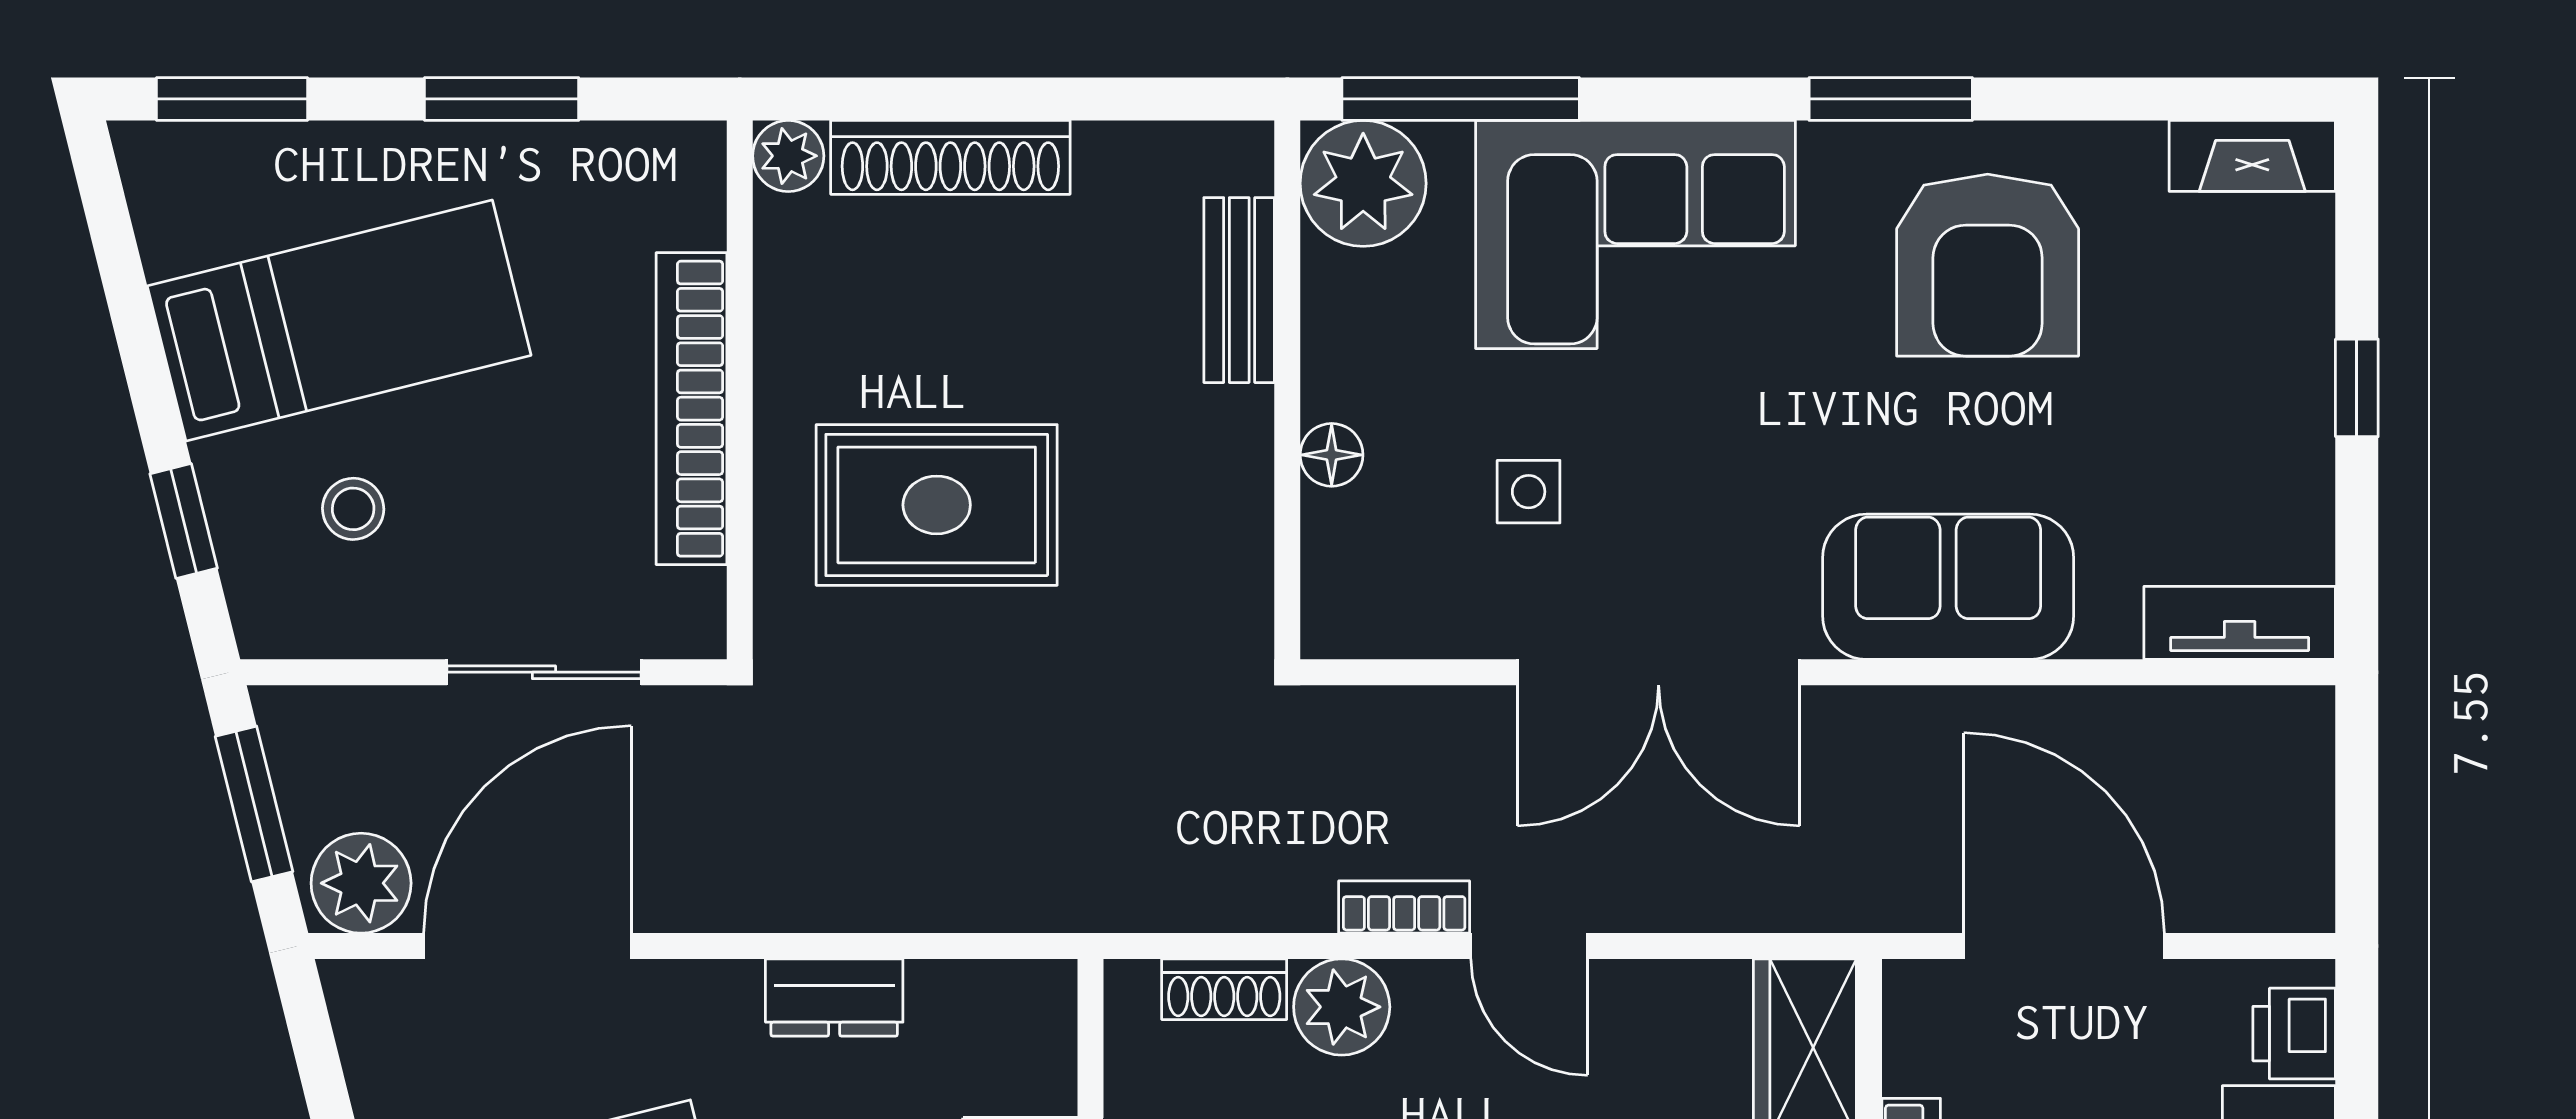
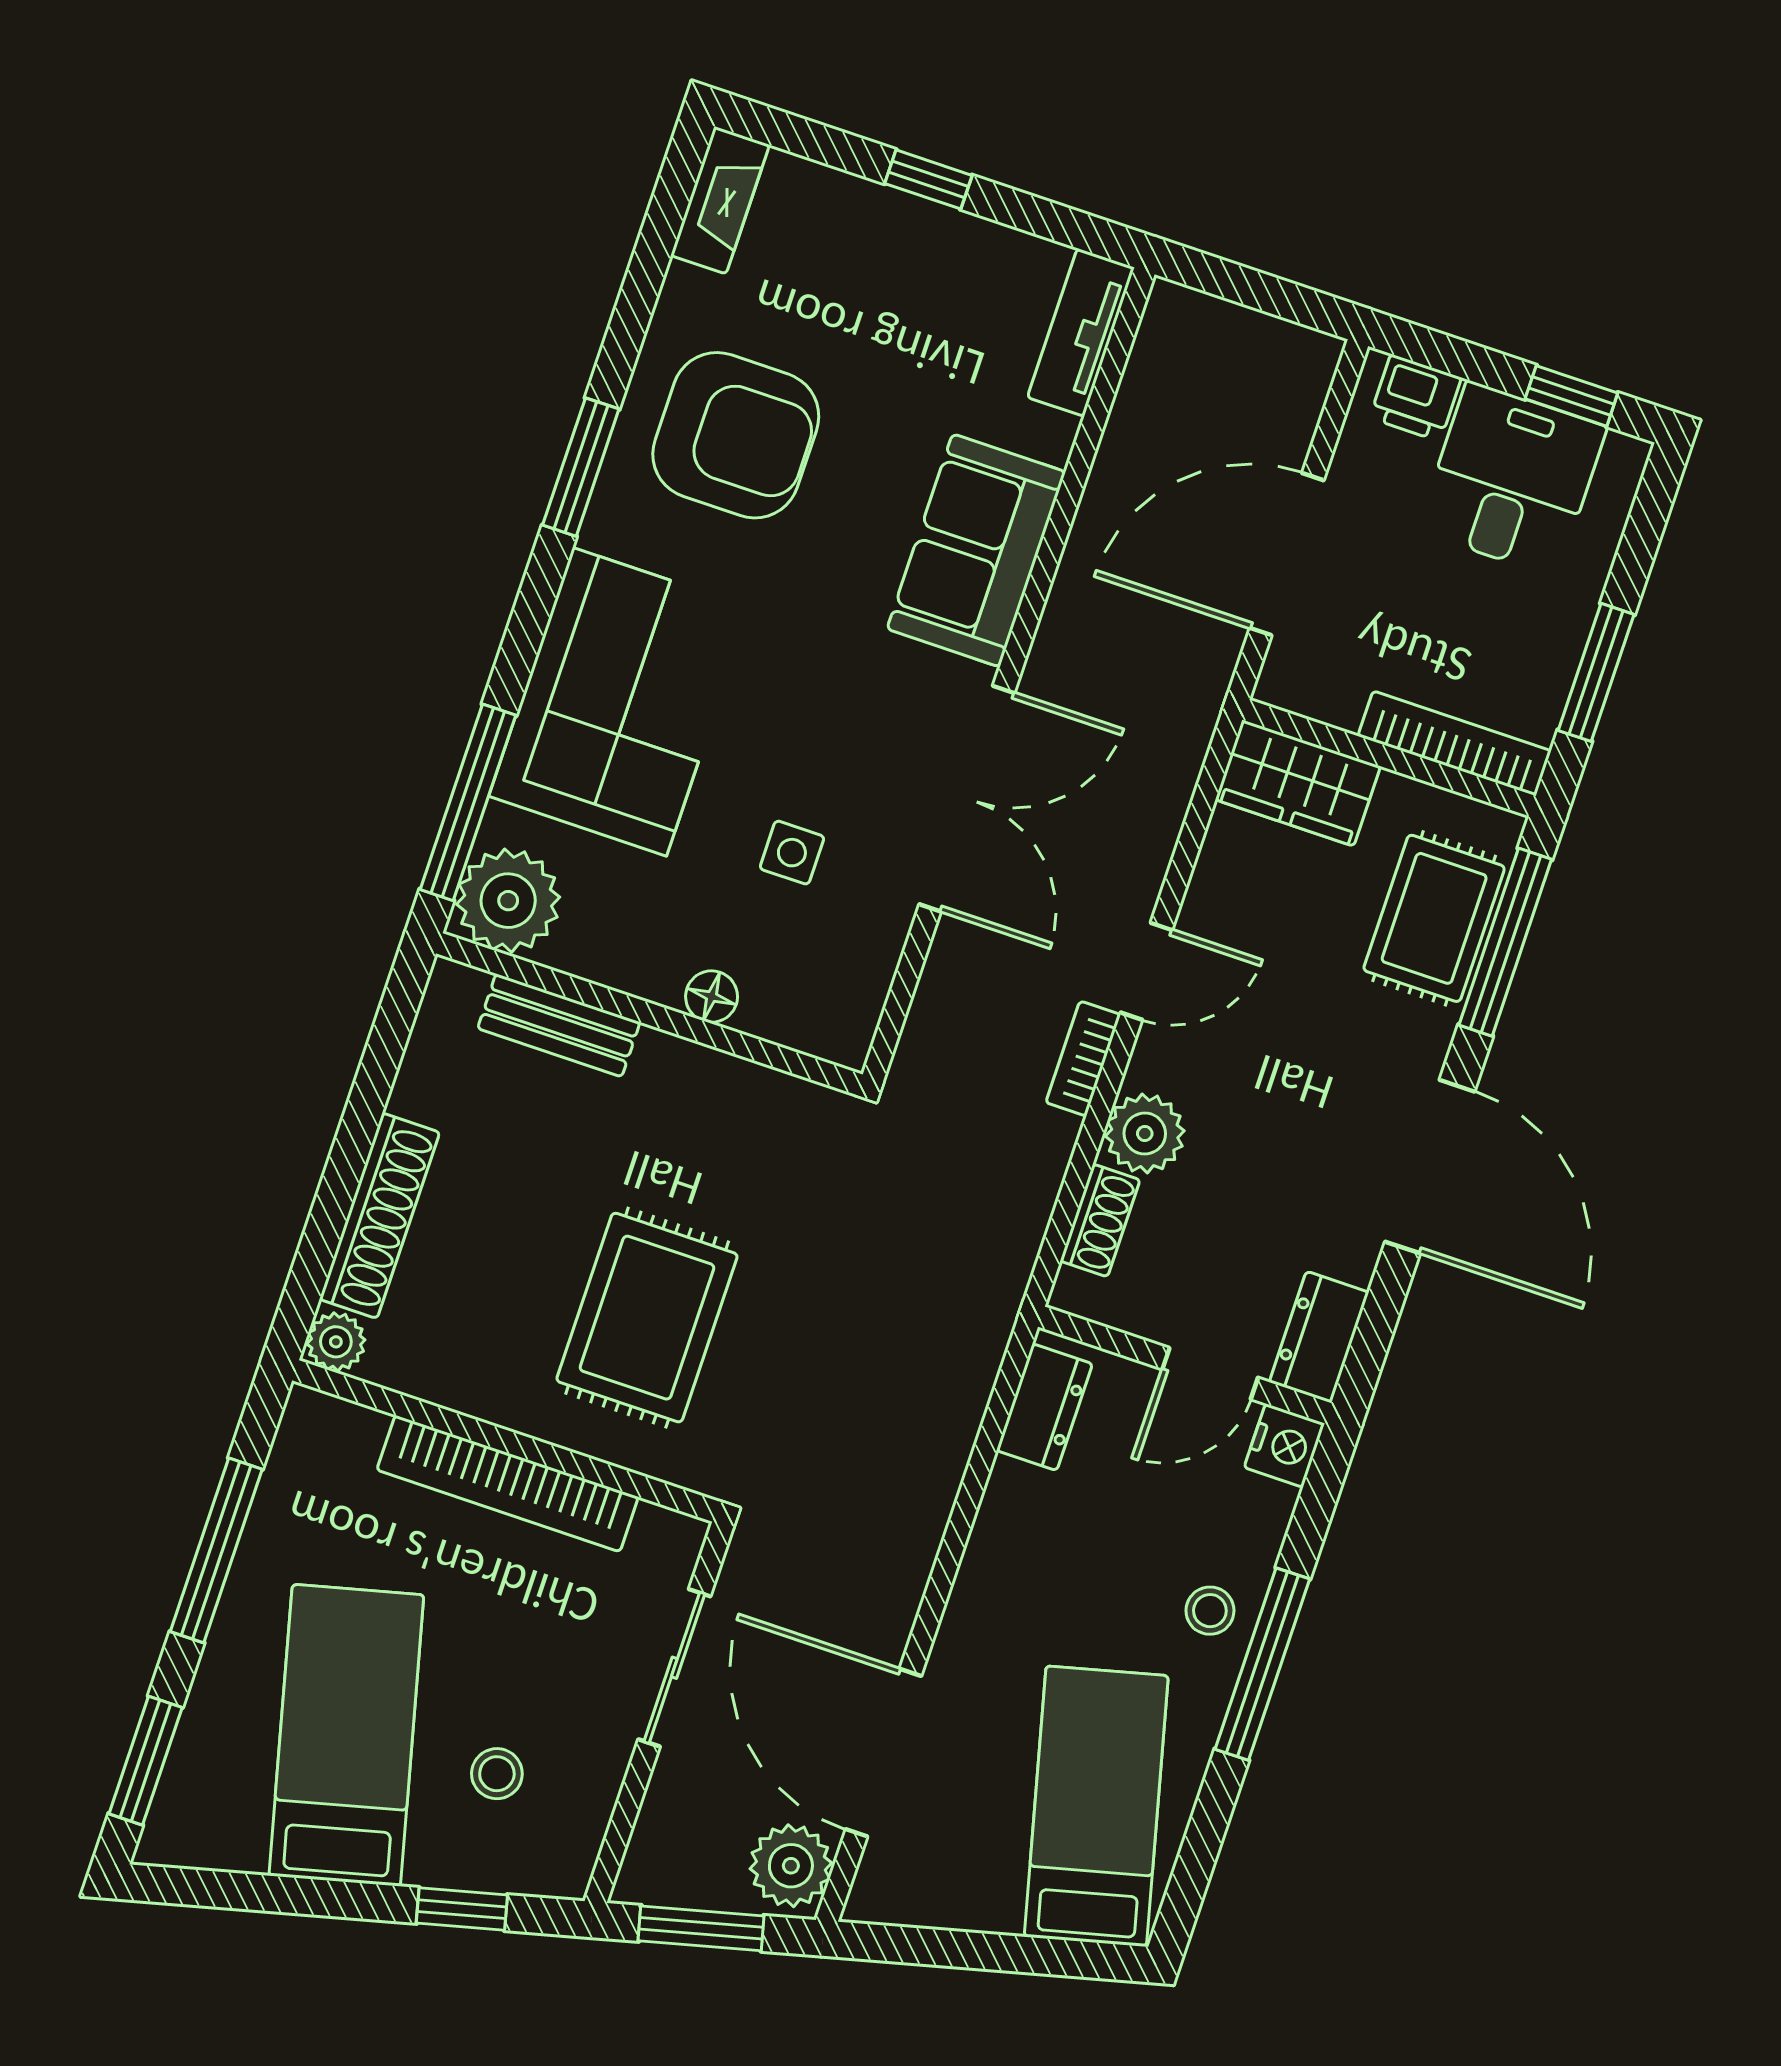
window: (502, 99) -> (216, 1550), width x1.44
dresser: (834, 997) -> (1044, 1407), moved

